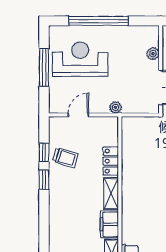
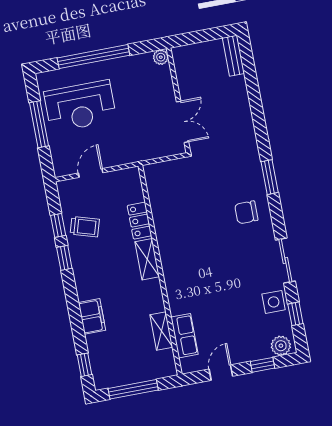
plant: (153, 54) -> (161, 57), moved
reception desk: (80, 59) -> (80, 106), turned 180
plant: (115, 107) -> (133, 156), removed
filing cabinet: (109, 224) -> (92, 316), moved, turned 180

